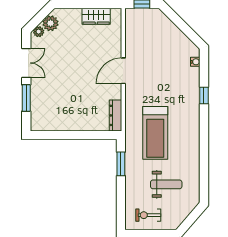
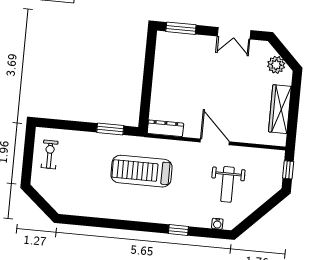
wardrobe: (96, 16) -> (280, 109), width x1.50
plant: (39, 32) -> (268, 51), removed
window: (26, 98) -> (181, 28), moved
weight bench: (166, 184) -> (227, 184), moved

